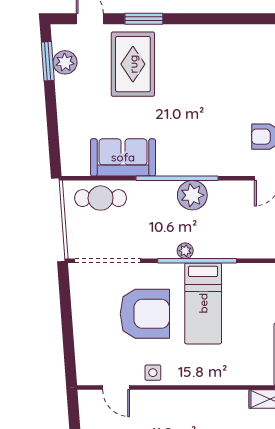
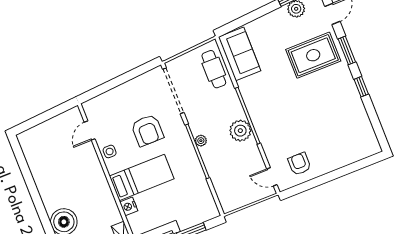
window: (197, 19) -> (361, 87), added
sofa: (123, 157) -> (240, 54), moved
bed: (203, 303) -> (142, 177), moved, turned 180
armchair: (145, 314) -> (147, 130), width x0.73, depth x0.73
nightstand: (233, 376) -> (129, 206), added

